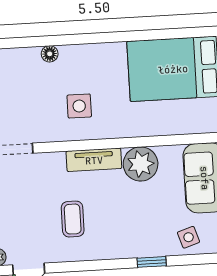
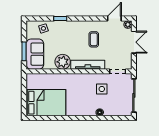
side table: (79, 106) -> (102, 89), moved
tv unit: (94, 160) -> (88, 65), width x1.41

